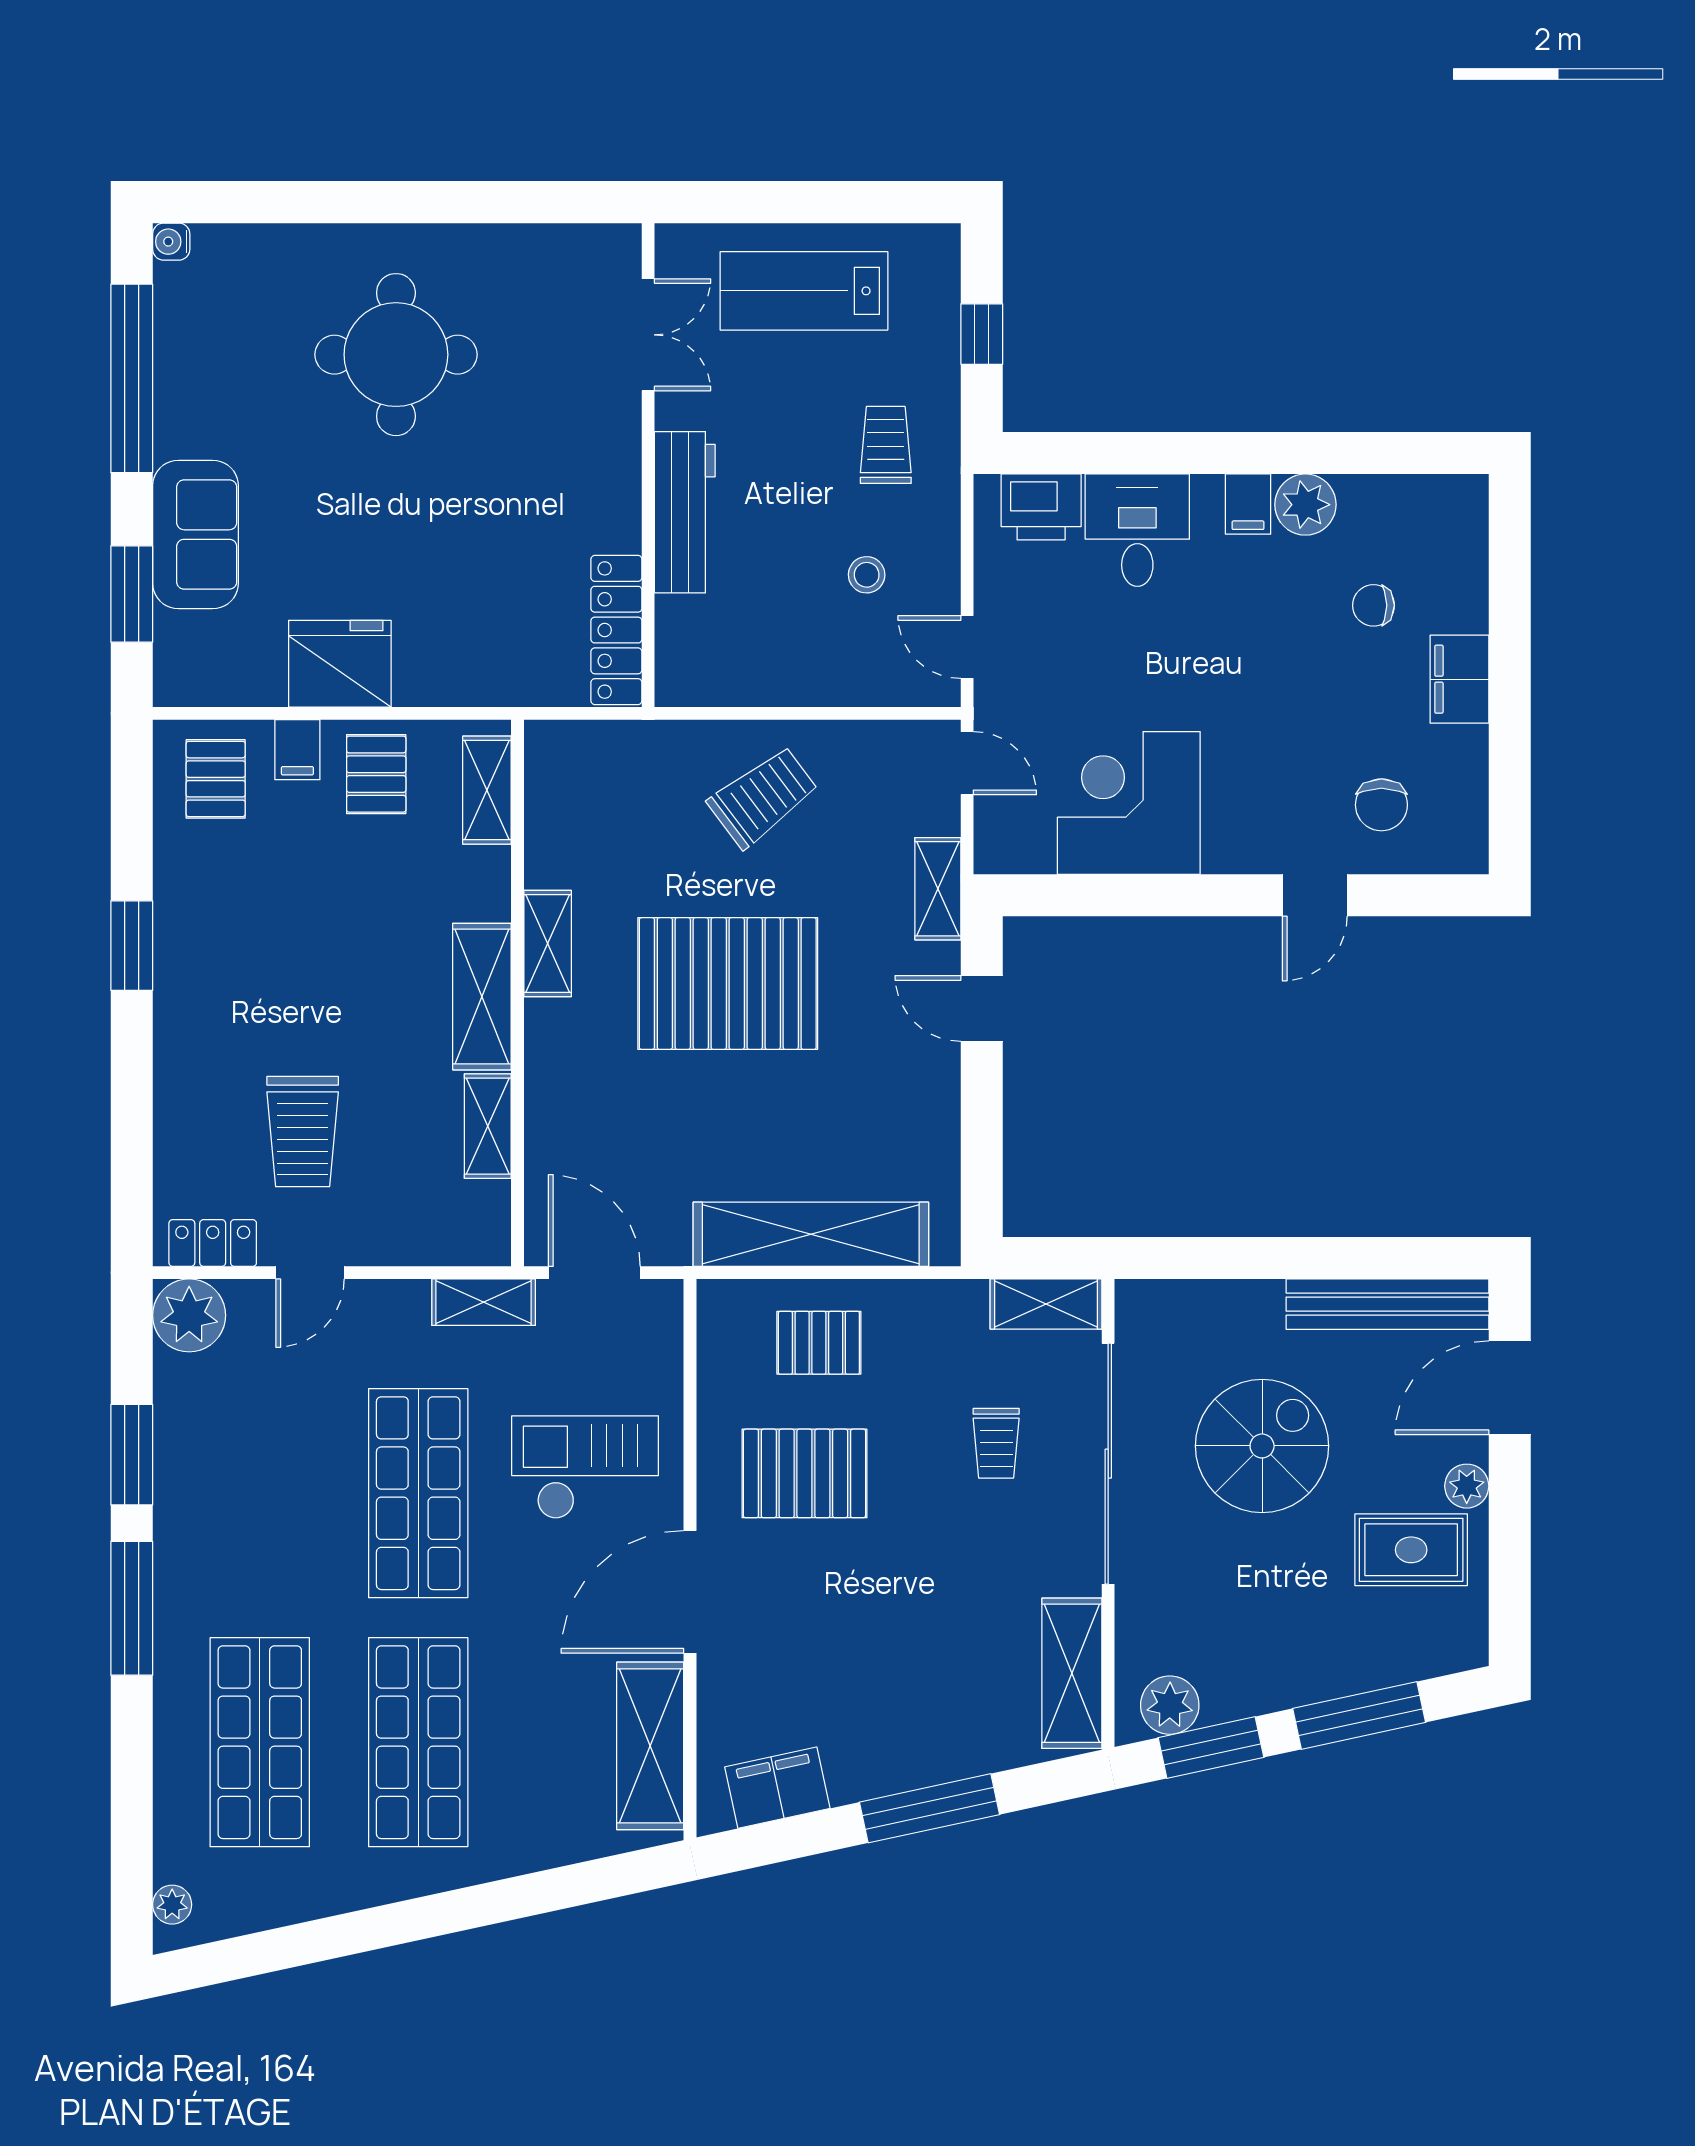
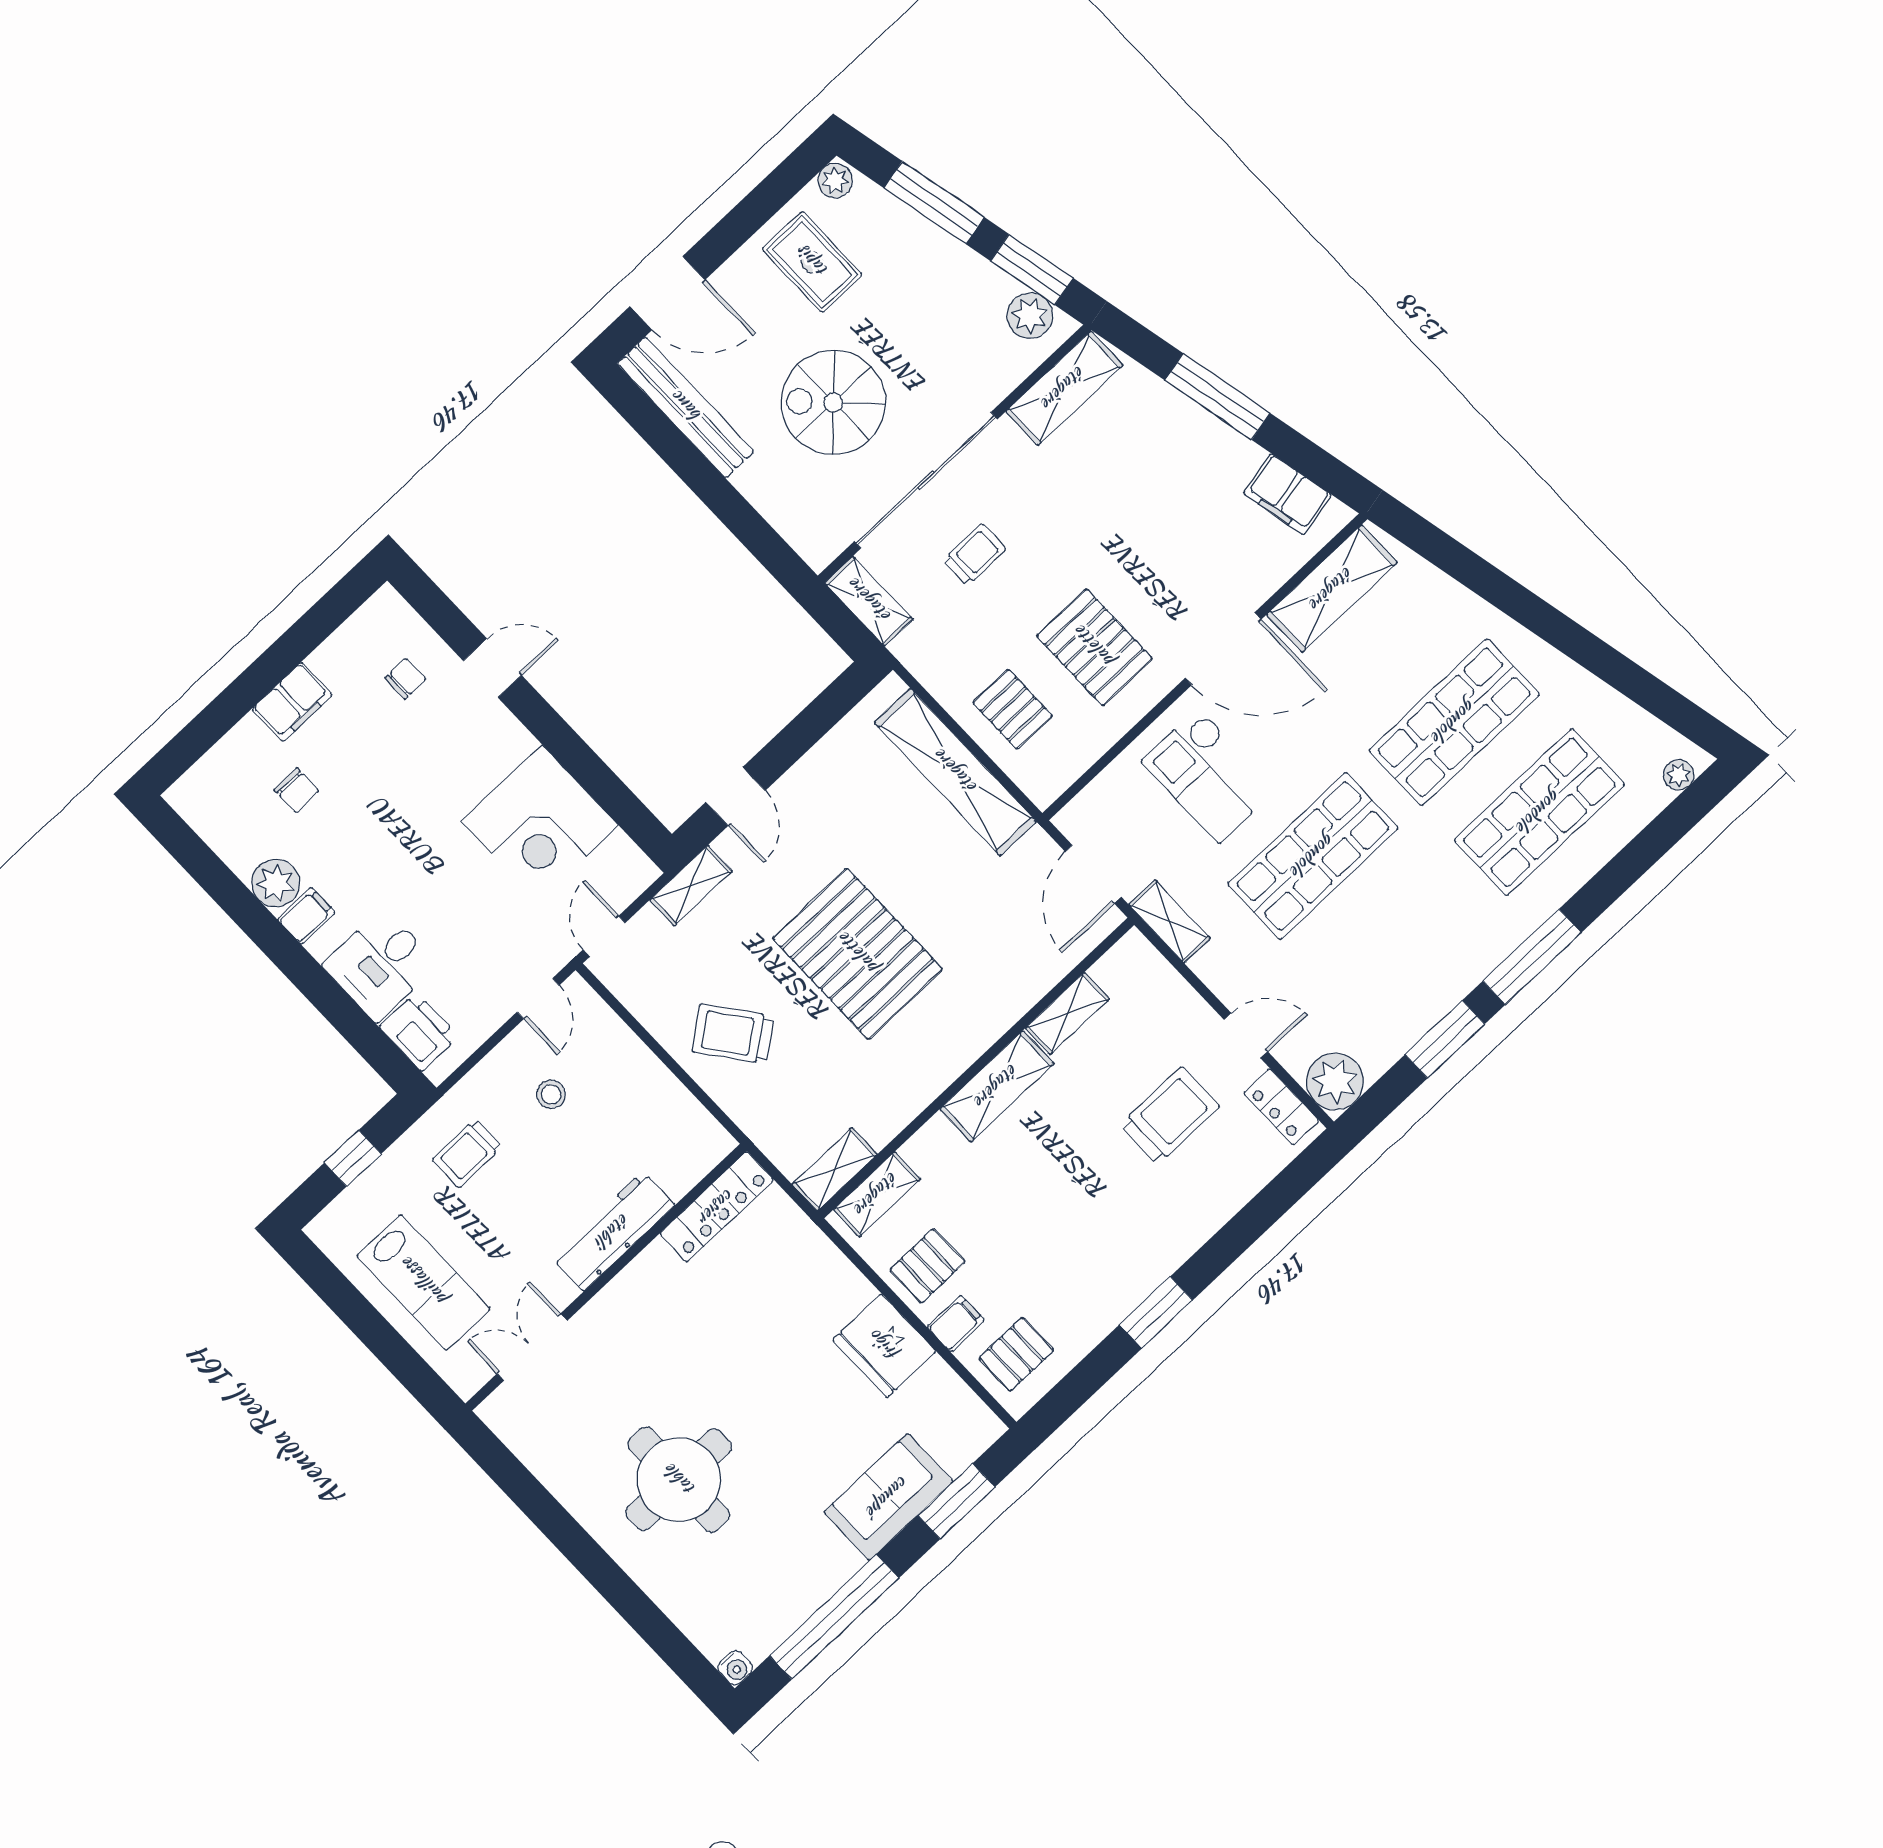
chair: (1381, 805) -> (405, 679), width x0.73, depth x0.73
shelving: (548, 944) -> (835, 1169), moved
plant: (1467, 1486) -> (835, 181), moved

